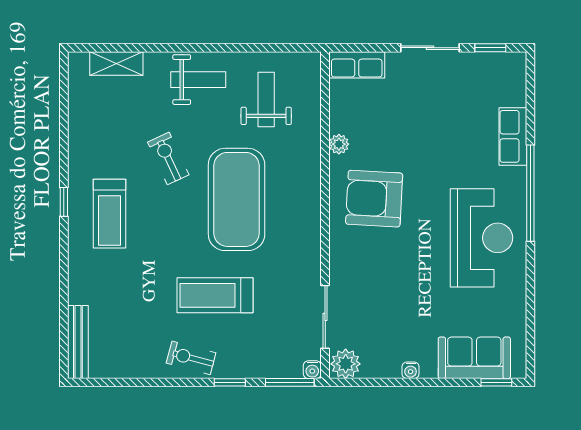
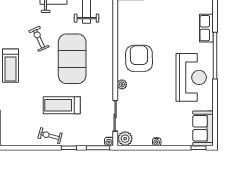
plant: (339, 144) -> (122, 84), moved
armchair: (374, 199) -> (139, 58), turned 86
sofa: (474, 358) -> (203, 128), moved, turned -90

